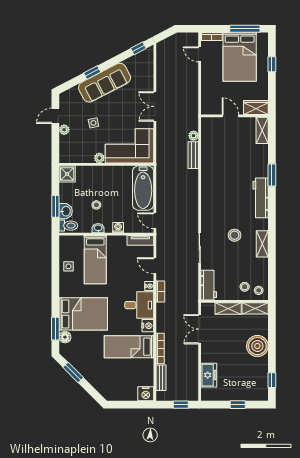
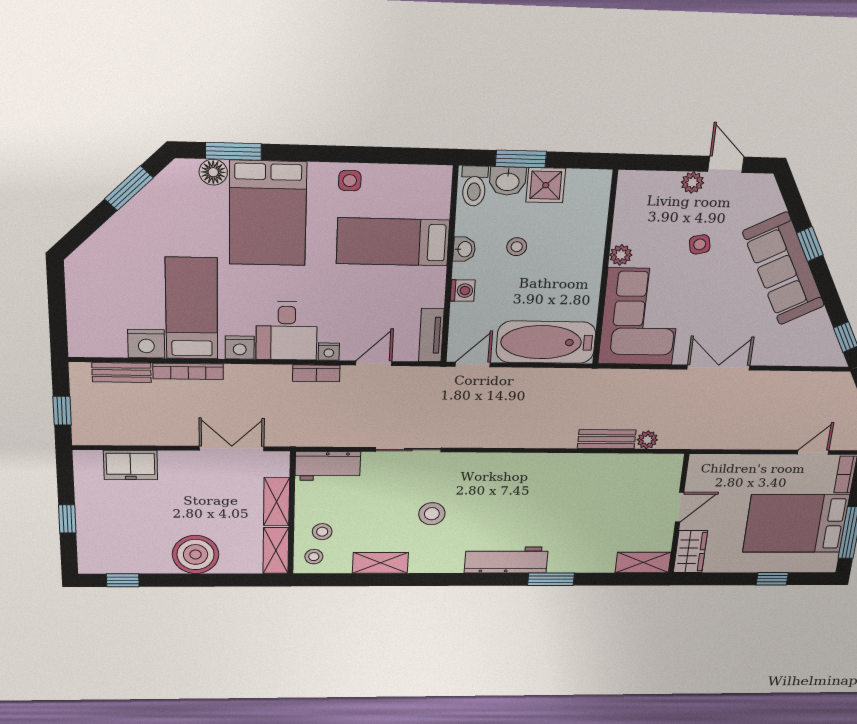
shower: (67, 174) -> (546, 185), moved
shelving: (262, 244) -> (380, 563), moved
side table: (68, 266) -> (350, 181), moved
nightstand: (146, 394) -> (146, 344), moved, turned -90

